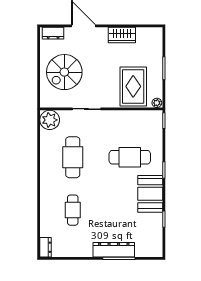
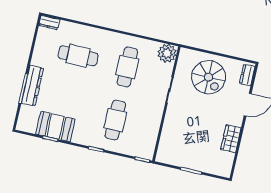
spiral stairs: (64, 72) -> (209, 77), turned 180
rug: (133, 86) -> (181, 138), removed
plant: (157, 103) -> (160, 157), removed
cafe table: (73, 157) -> (127, 67), turned 90
booth: (150, 194) -> (55, 127), moved
cafe table: (73, 210) -> (78, 56), width x1.37, depth x1.35

